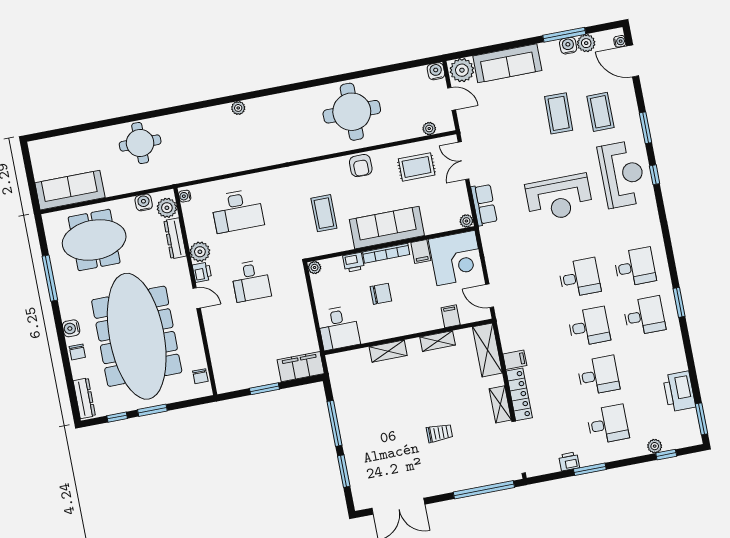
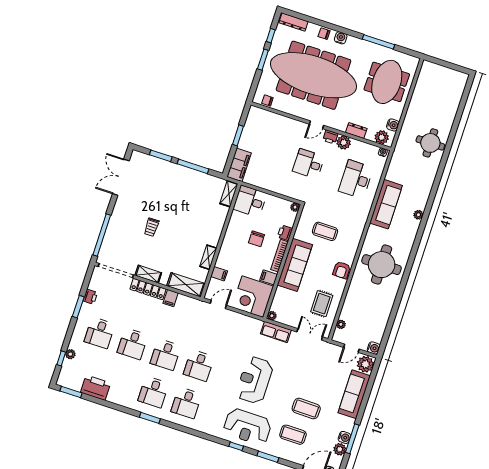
round table: (352, 112) -> (382, 265), moved
armchair: (361, 166) -> (342, 270), turned -90
sofa: (70, 190) -> (386, 204), moved
dresser: (175, 238) -> (356, 131), width x0.70
shelving: (388, 351) -> (229, 194), moved

